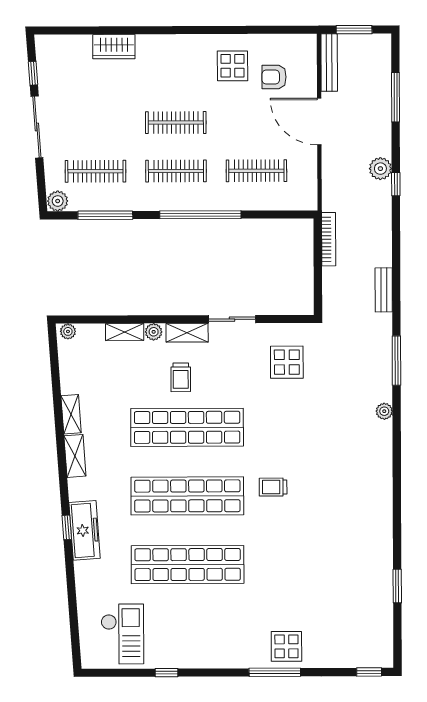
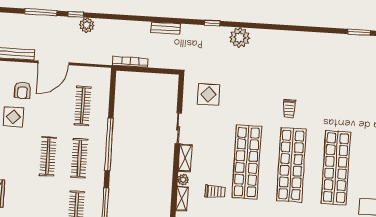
window: (396, 184) -> (76, 14), moved
window: (396, 361) -> (212, 23), width x0.46
trolley: (181, 377) -> (215, 191), moved
plant: (384, 411) -> (240, 38), width x1.88, depth x1.88

